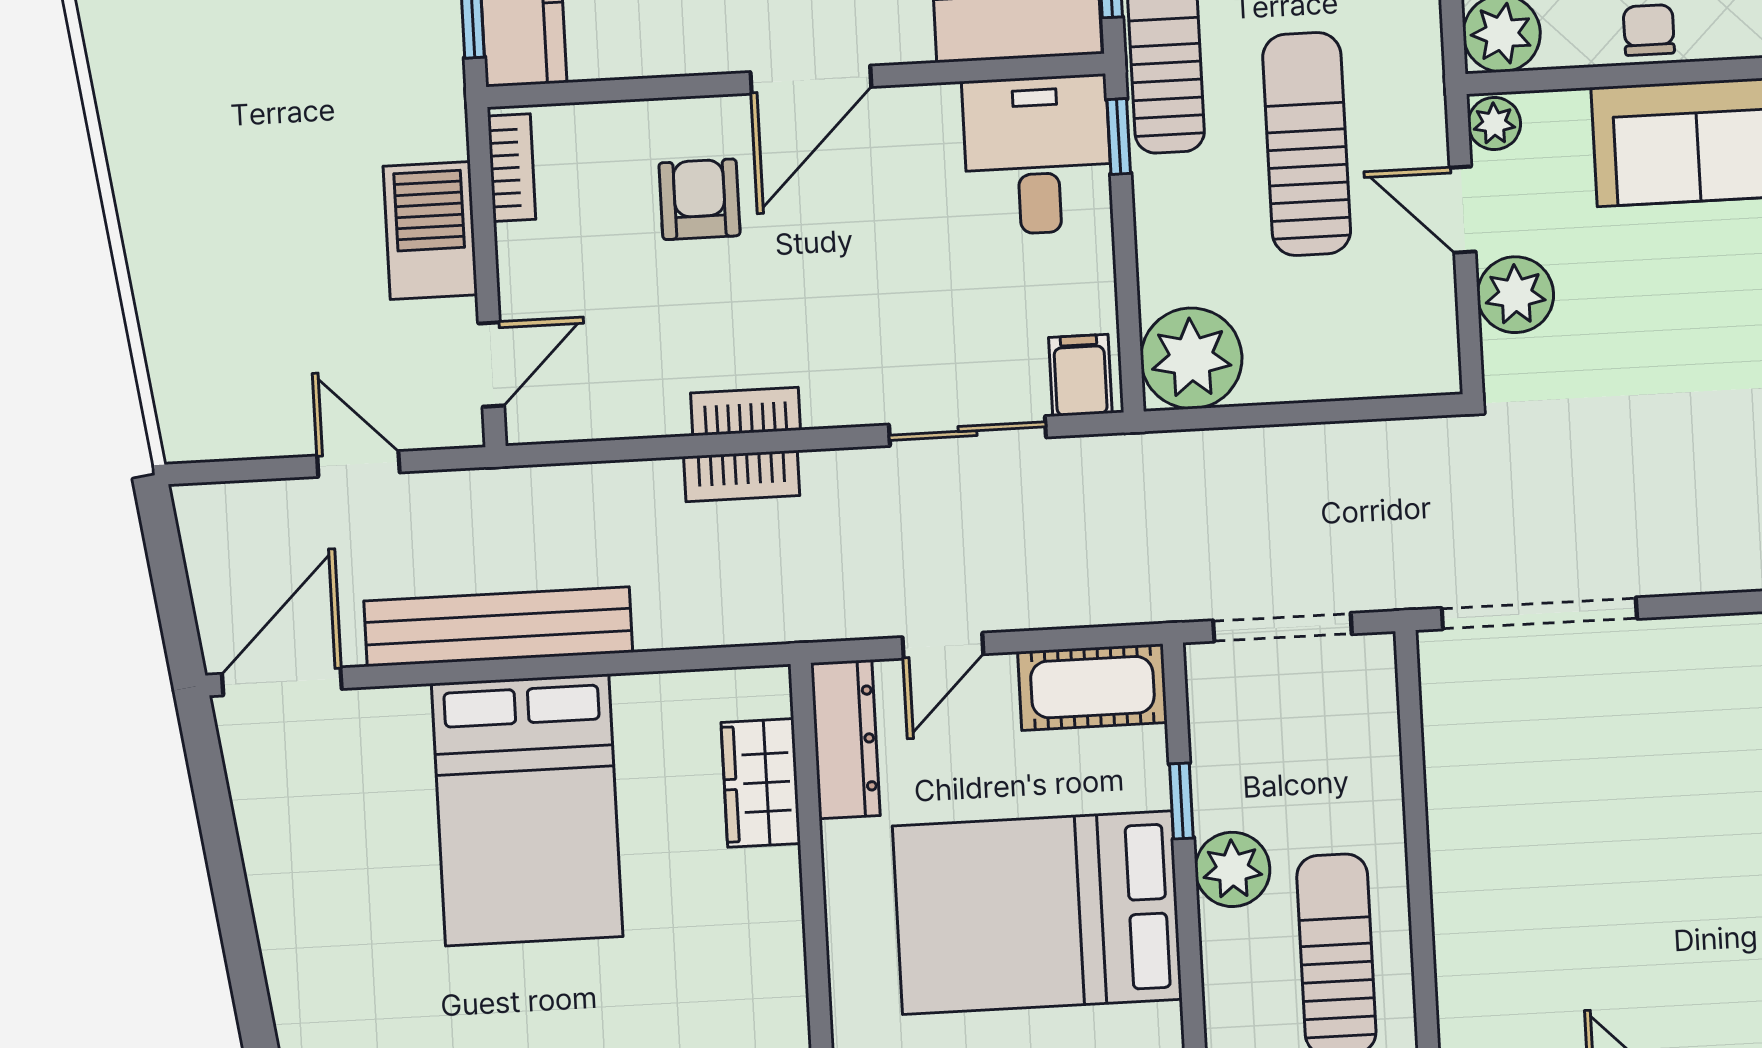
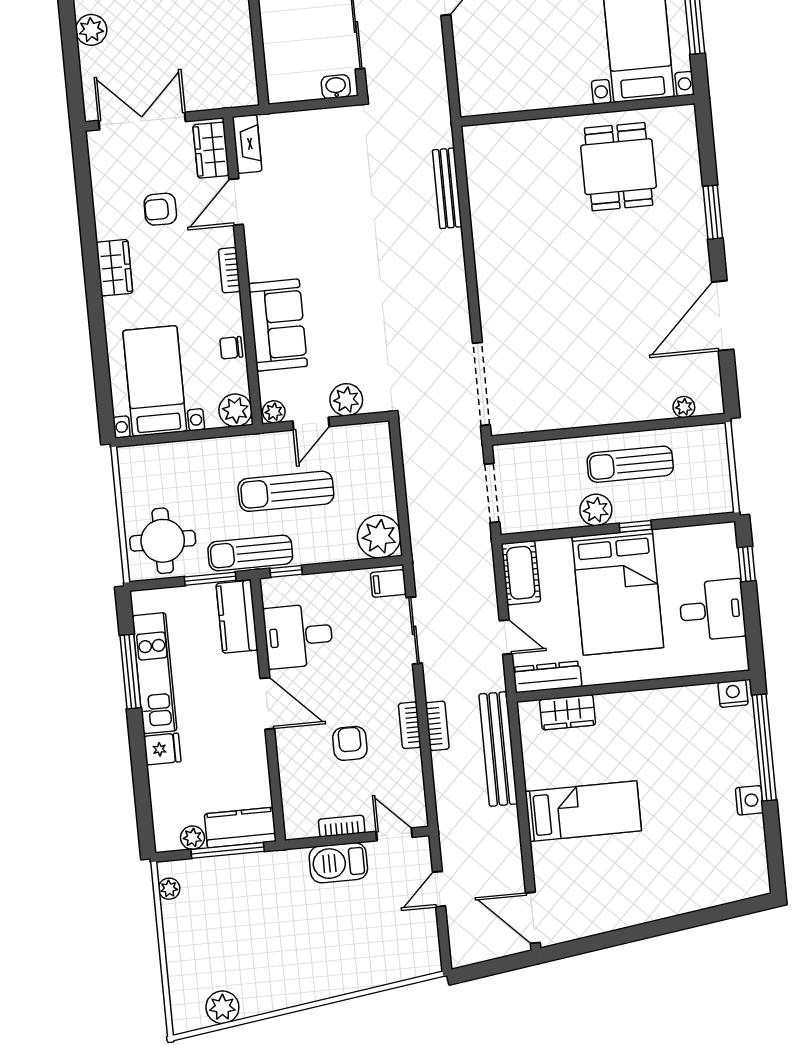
desk: (1038, 155) -> (298, 636), moved
bookcase: (512, 168) -> (342, 826), moved
armchair: (699, 199) -> (350, 743), moved, turned 90
bench: (498, 627) -> (498, 749), moved
window: (1181, 801) -> (635, 526), moved
bed: (527, 810) -> (583, 811), width x0.67

